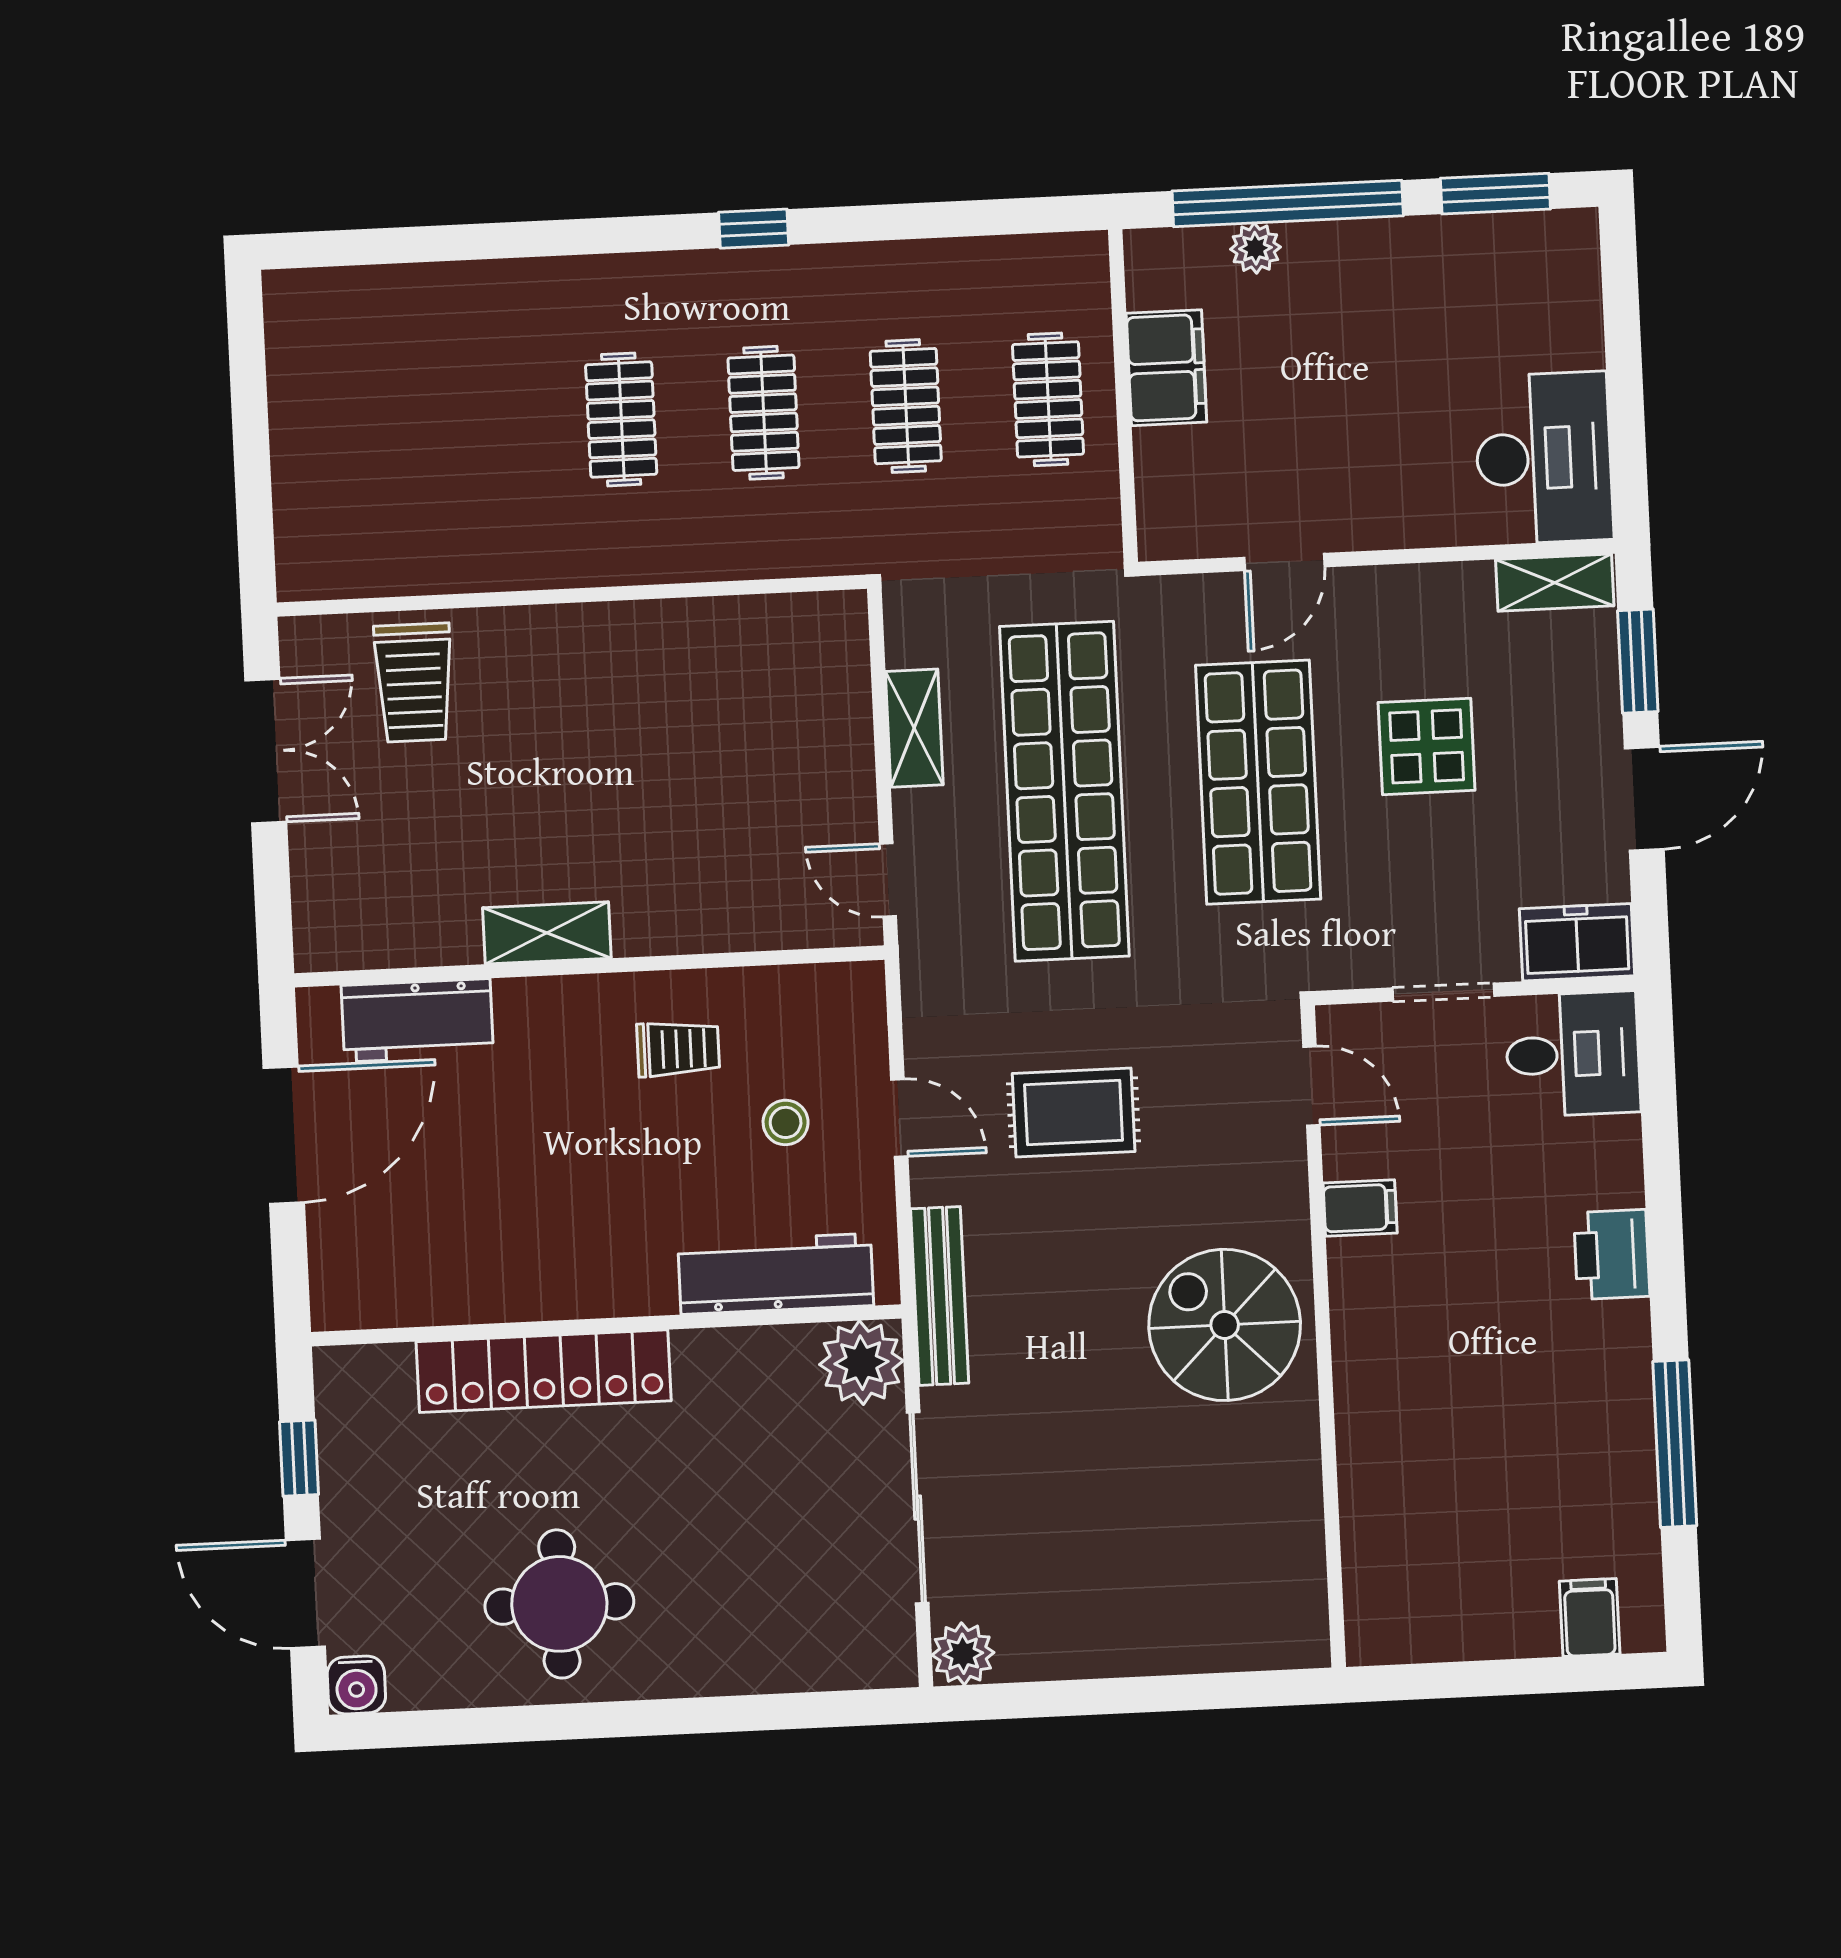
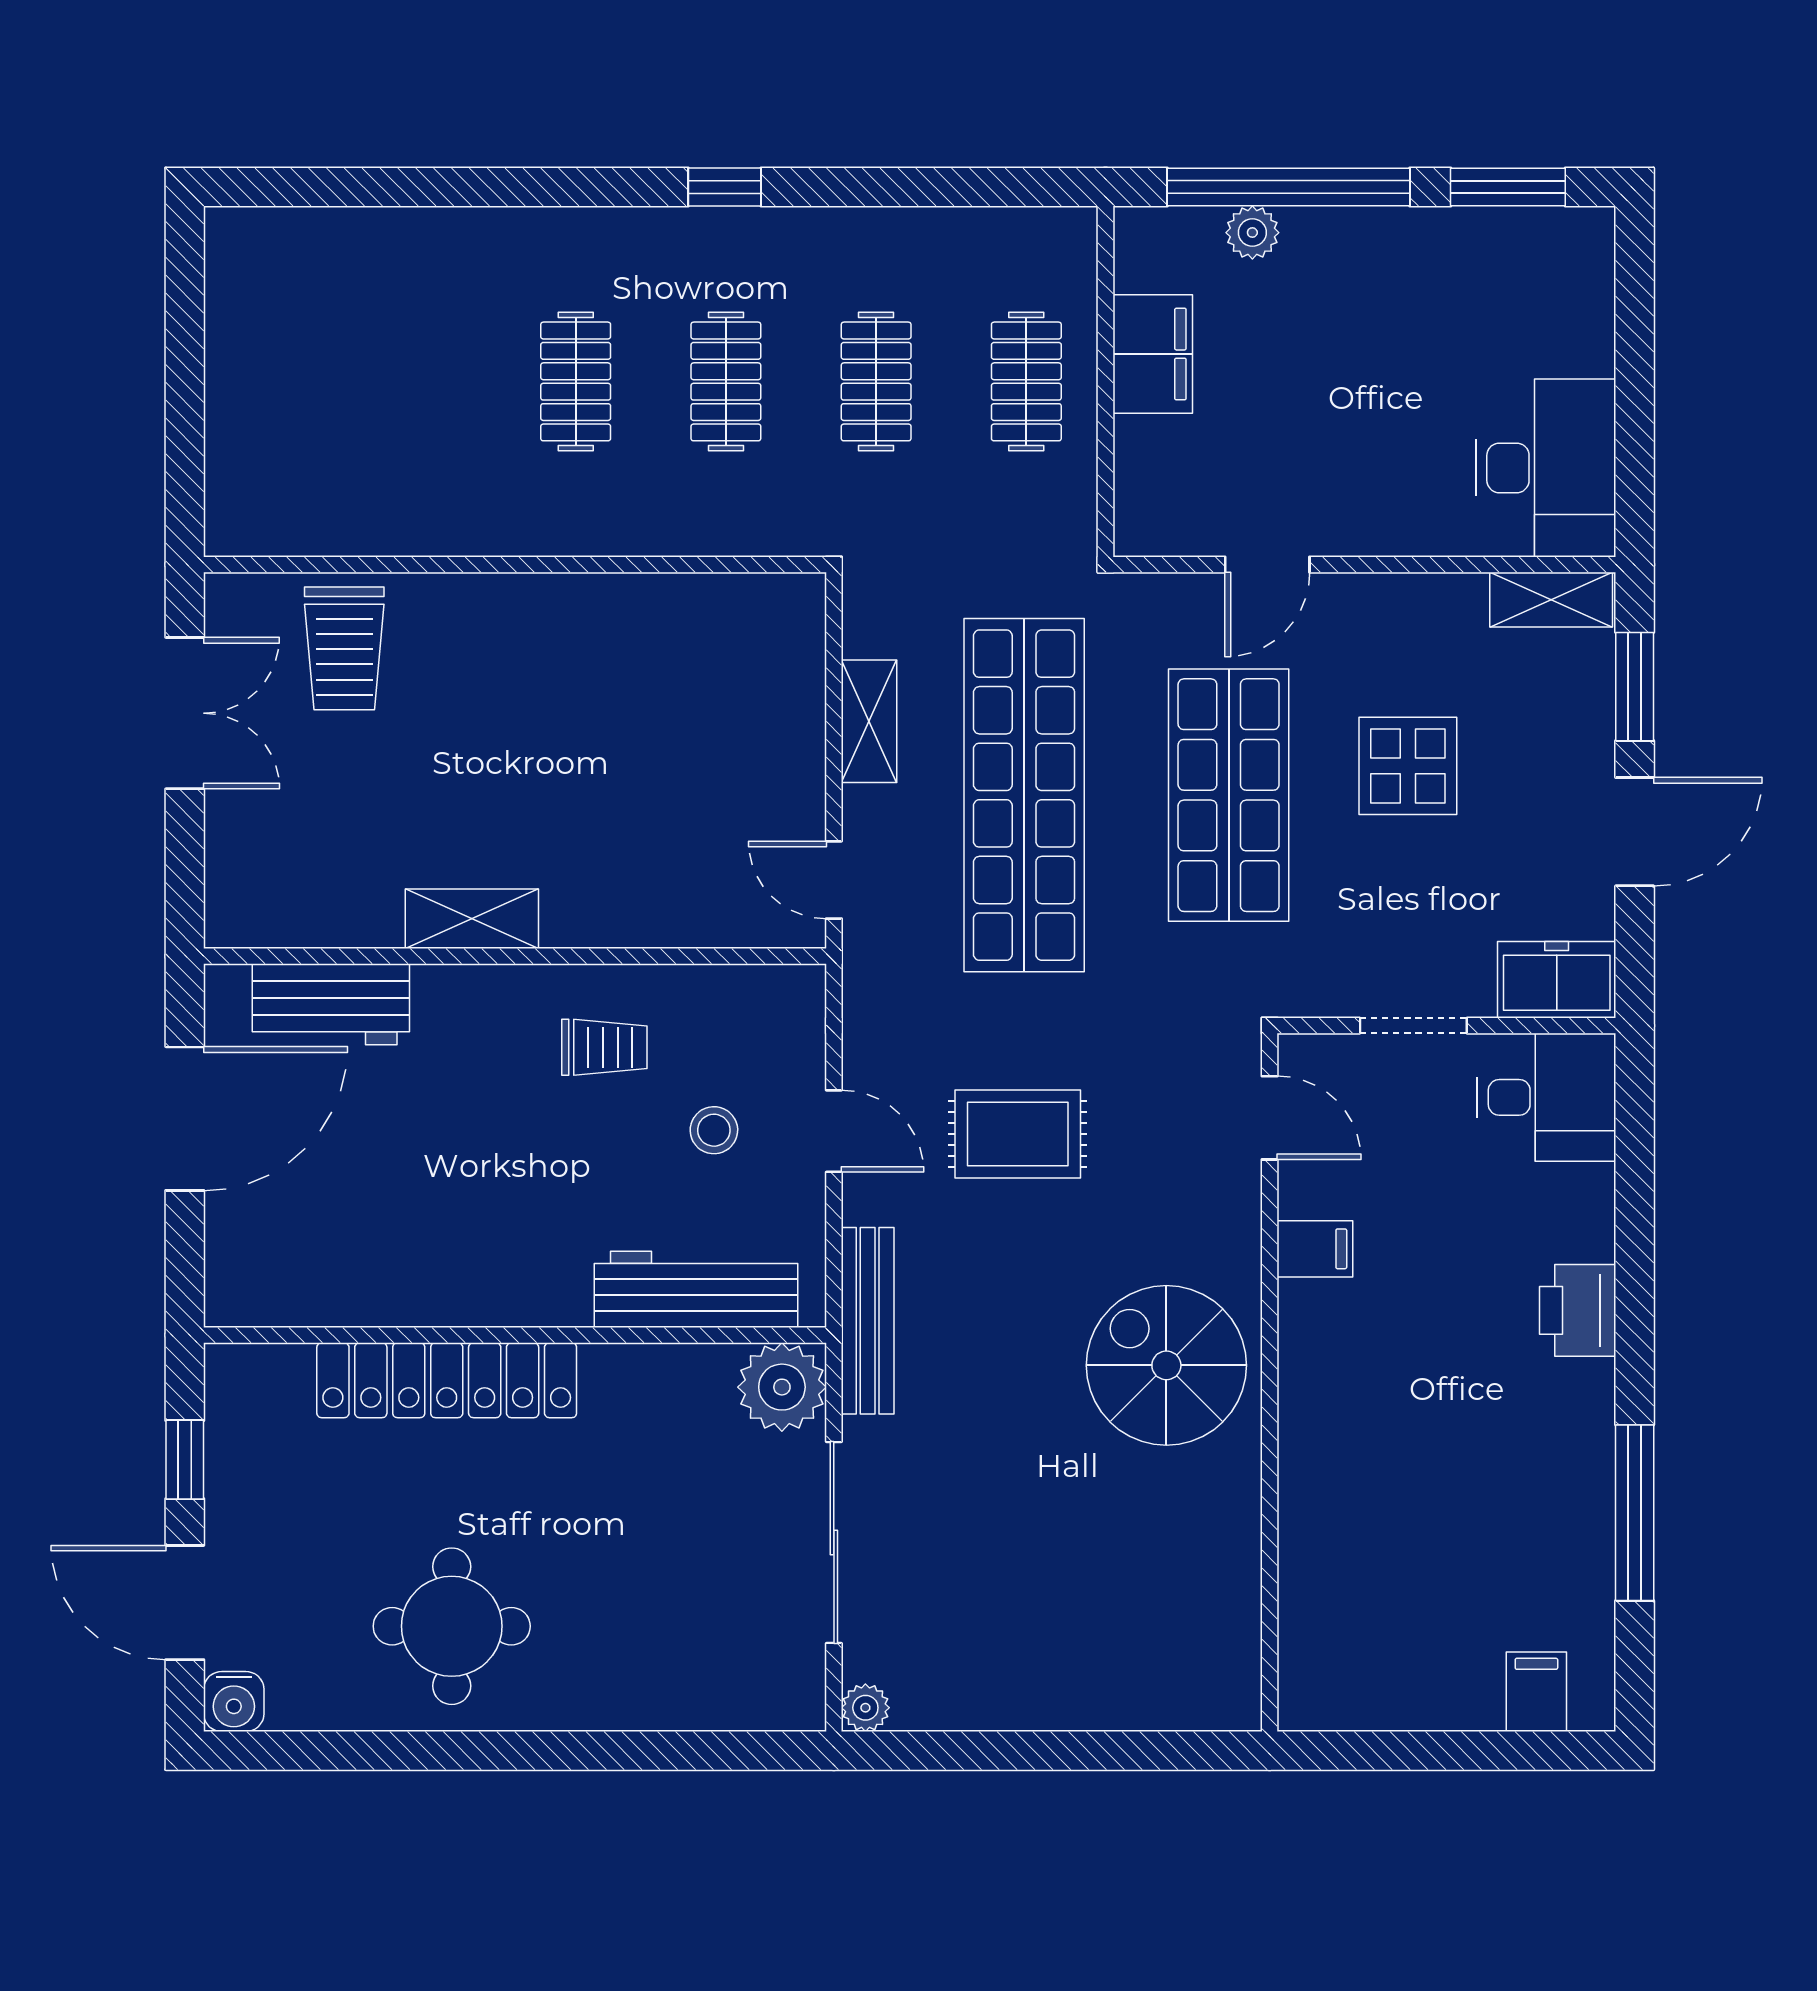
plant: (963, 1654) -> (865, 1708), width x0.73, depth x0.73

